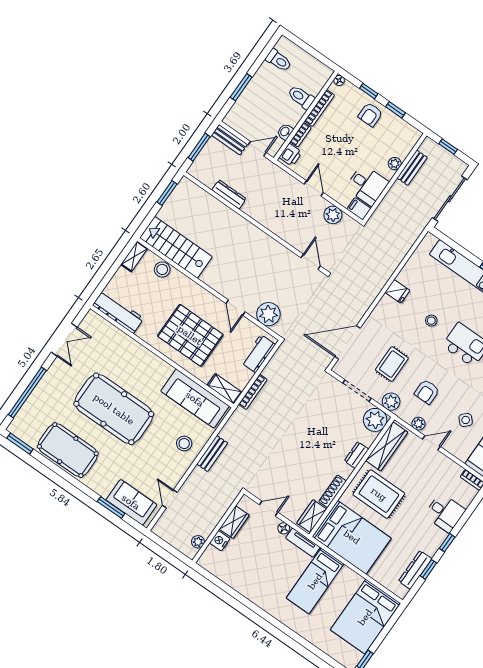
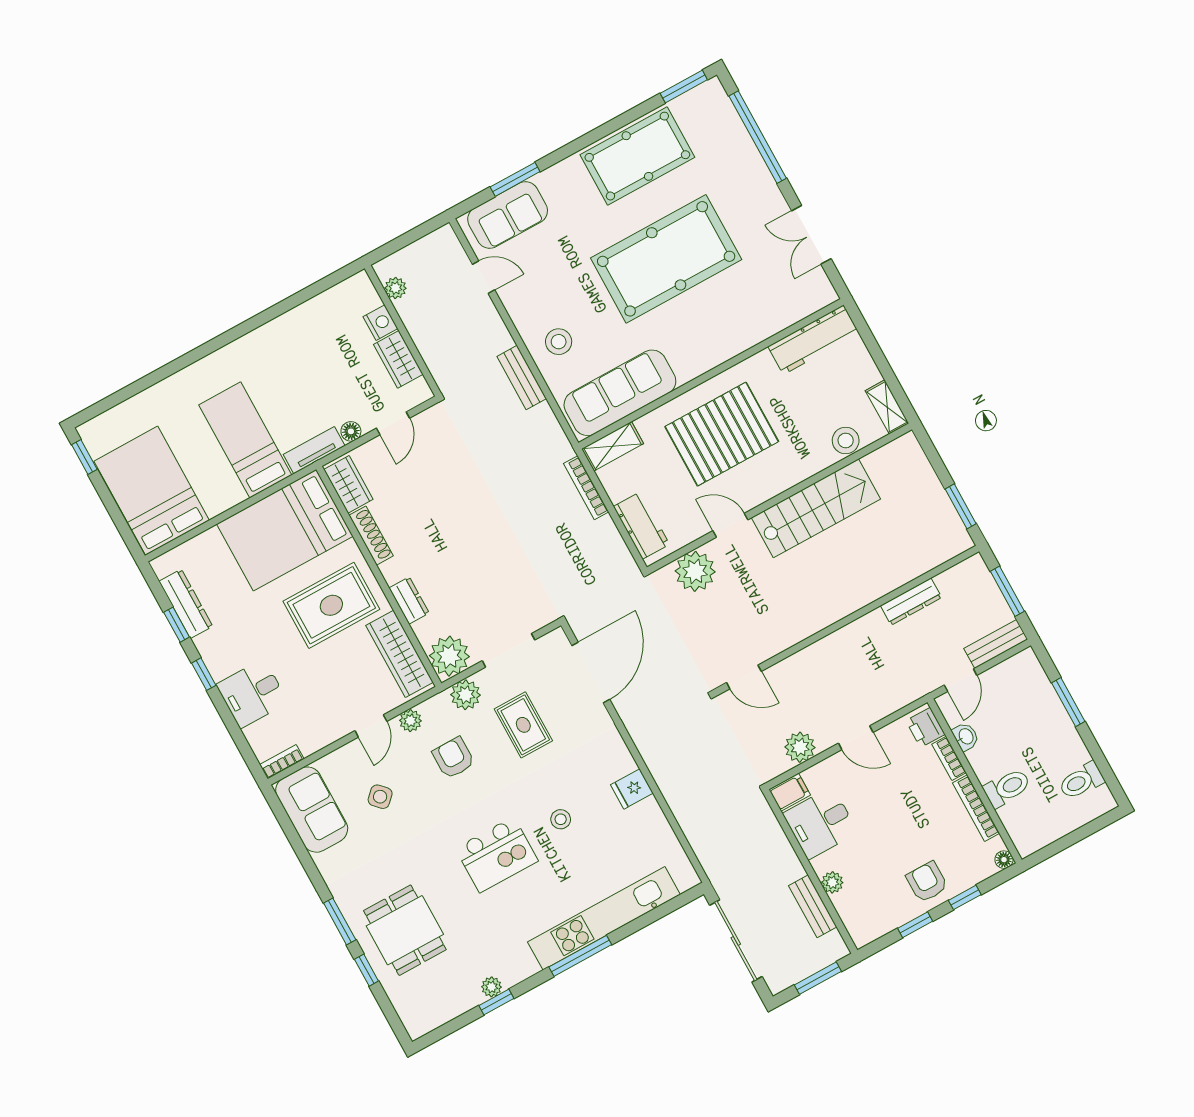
window: (448, 147) -> (818, 978), width x1.50
stairs: (176, 247) -> (816, 508), moved

